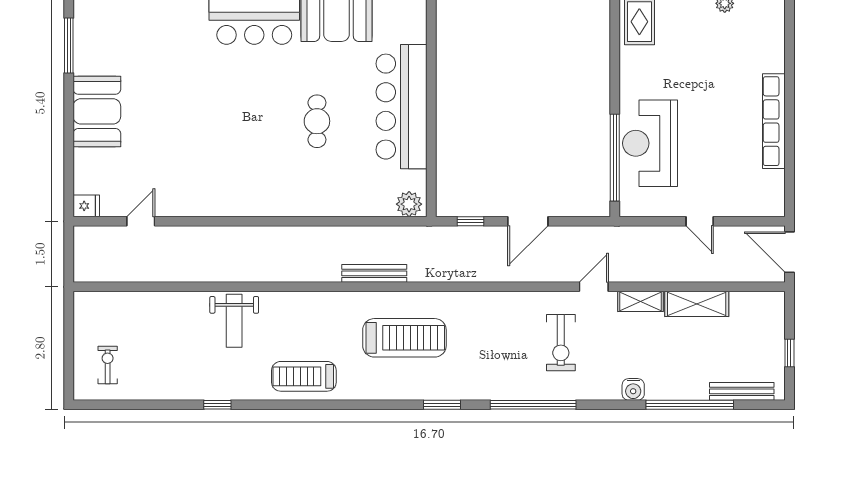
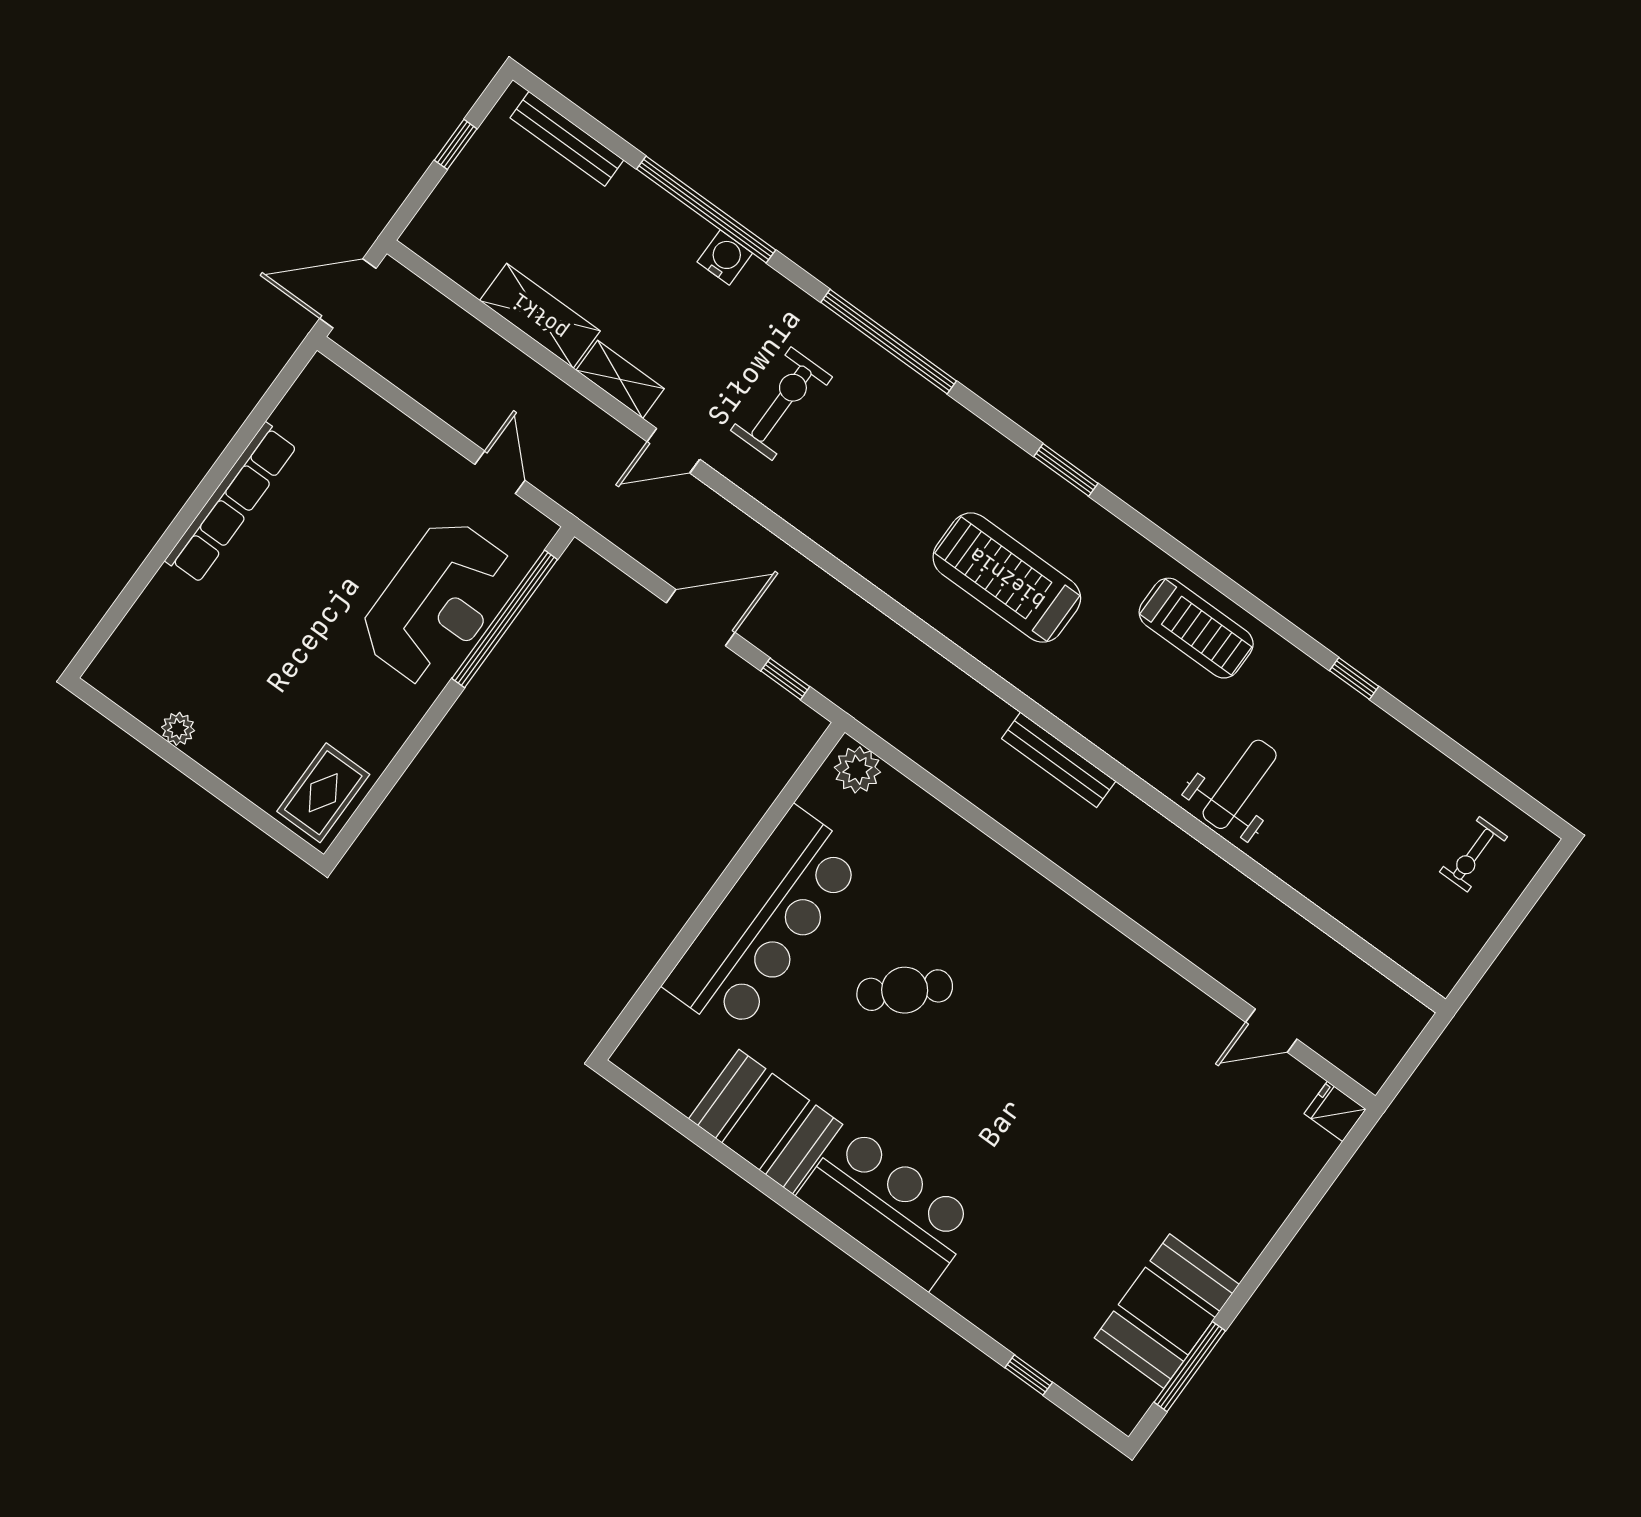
booth: (97, 111) -> (1167, 1311), moved
cafe table: (317, 121) -> (905, 990), turned 47
door: (700, 221) -> (500, 472), moved
door: (789, 252) -> (348, 293), swing flipped
bench: (374, 273) -> (1059, 760), moved
window: (442, 405) -> (1066, 470), moved
window: (690, 405) -> (706, 210), moved

